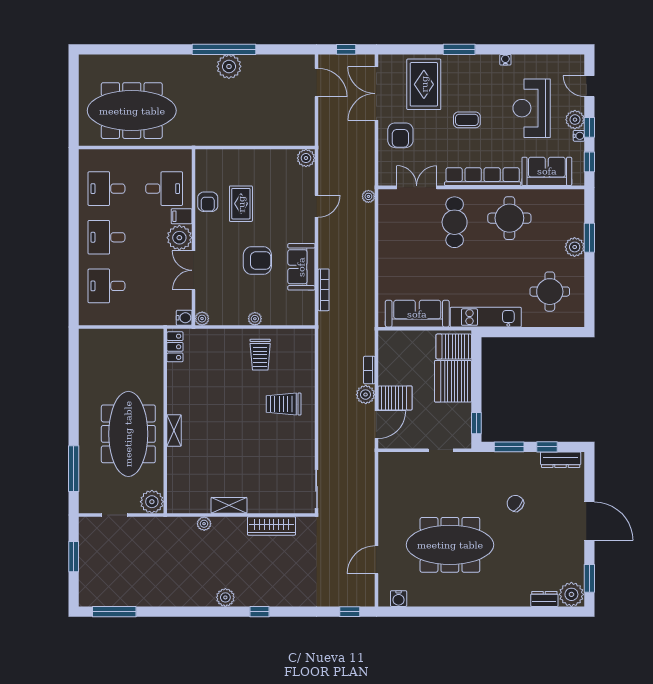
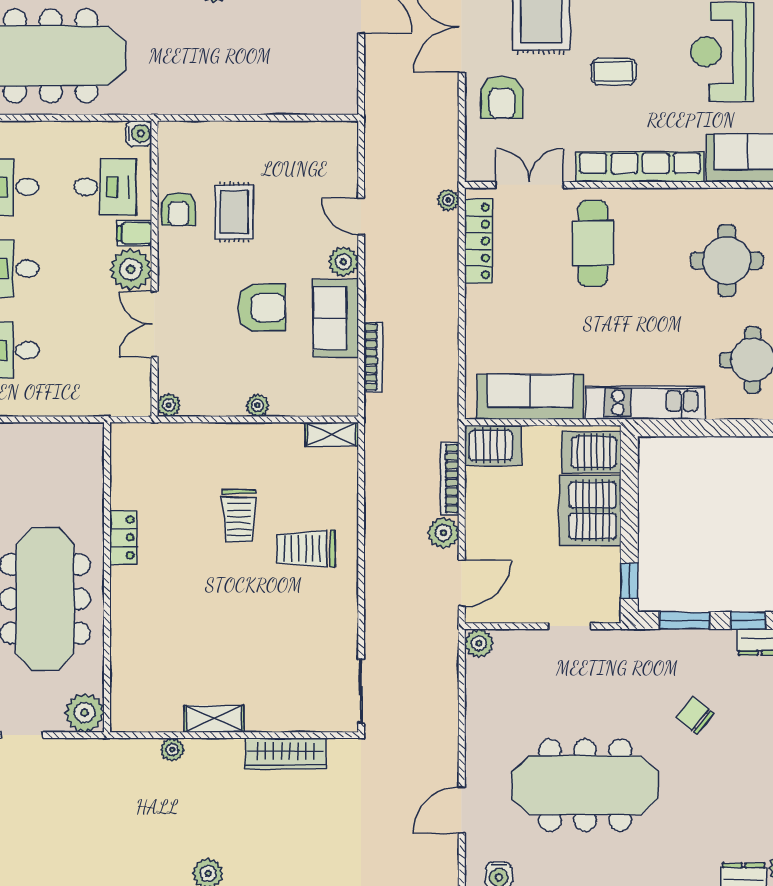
plant: (306, 158) -> (343, 262), moved
door: (317, 206) -> (361, 216), swing flipped
round table: (509, 218) -> (727, 261), moved
locker: (386, 221) -> (478, 241), added
water cooler: (184, 318) -> (139, 133), moved
locker: (175, 347) -> (123, 537), moved
trolley: (260, 355) -> (239, 516), moved
bookcase: (369, 370) -> (450, 479), width x1.56
server rack: (395, 398) -> (493, 445), moved
shelving: (174, 430) -> (332, 434), moved, turned 90
plant: (387, 460) -> (479, 643), added

